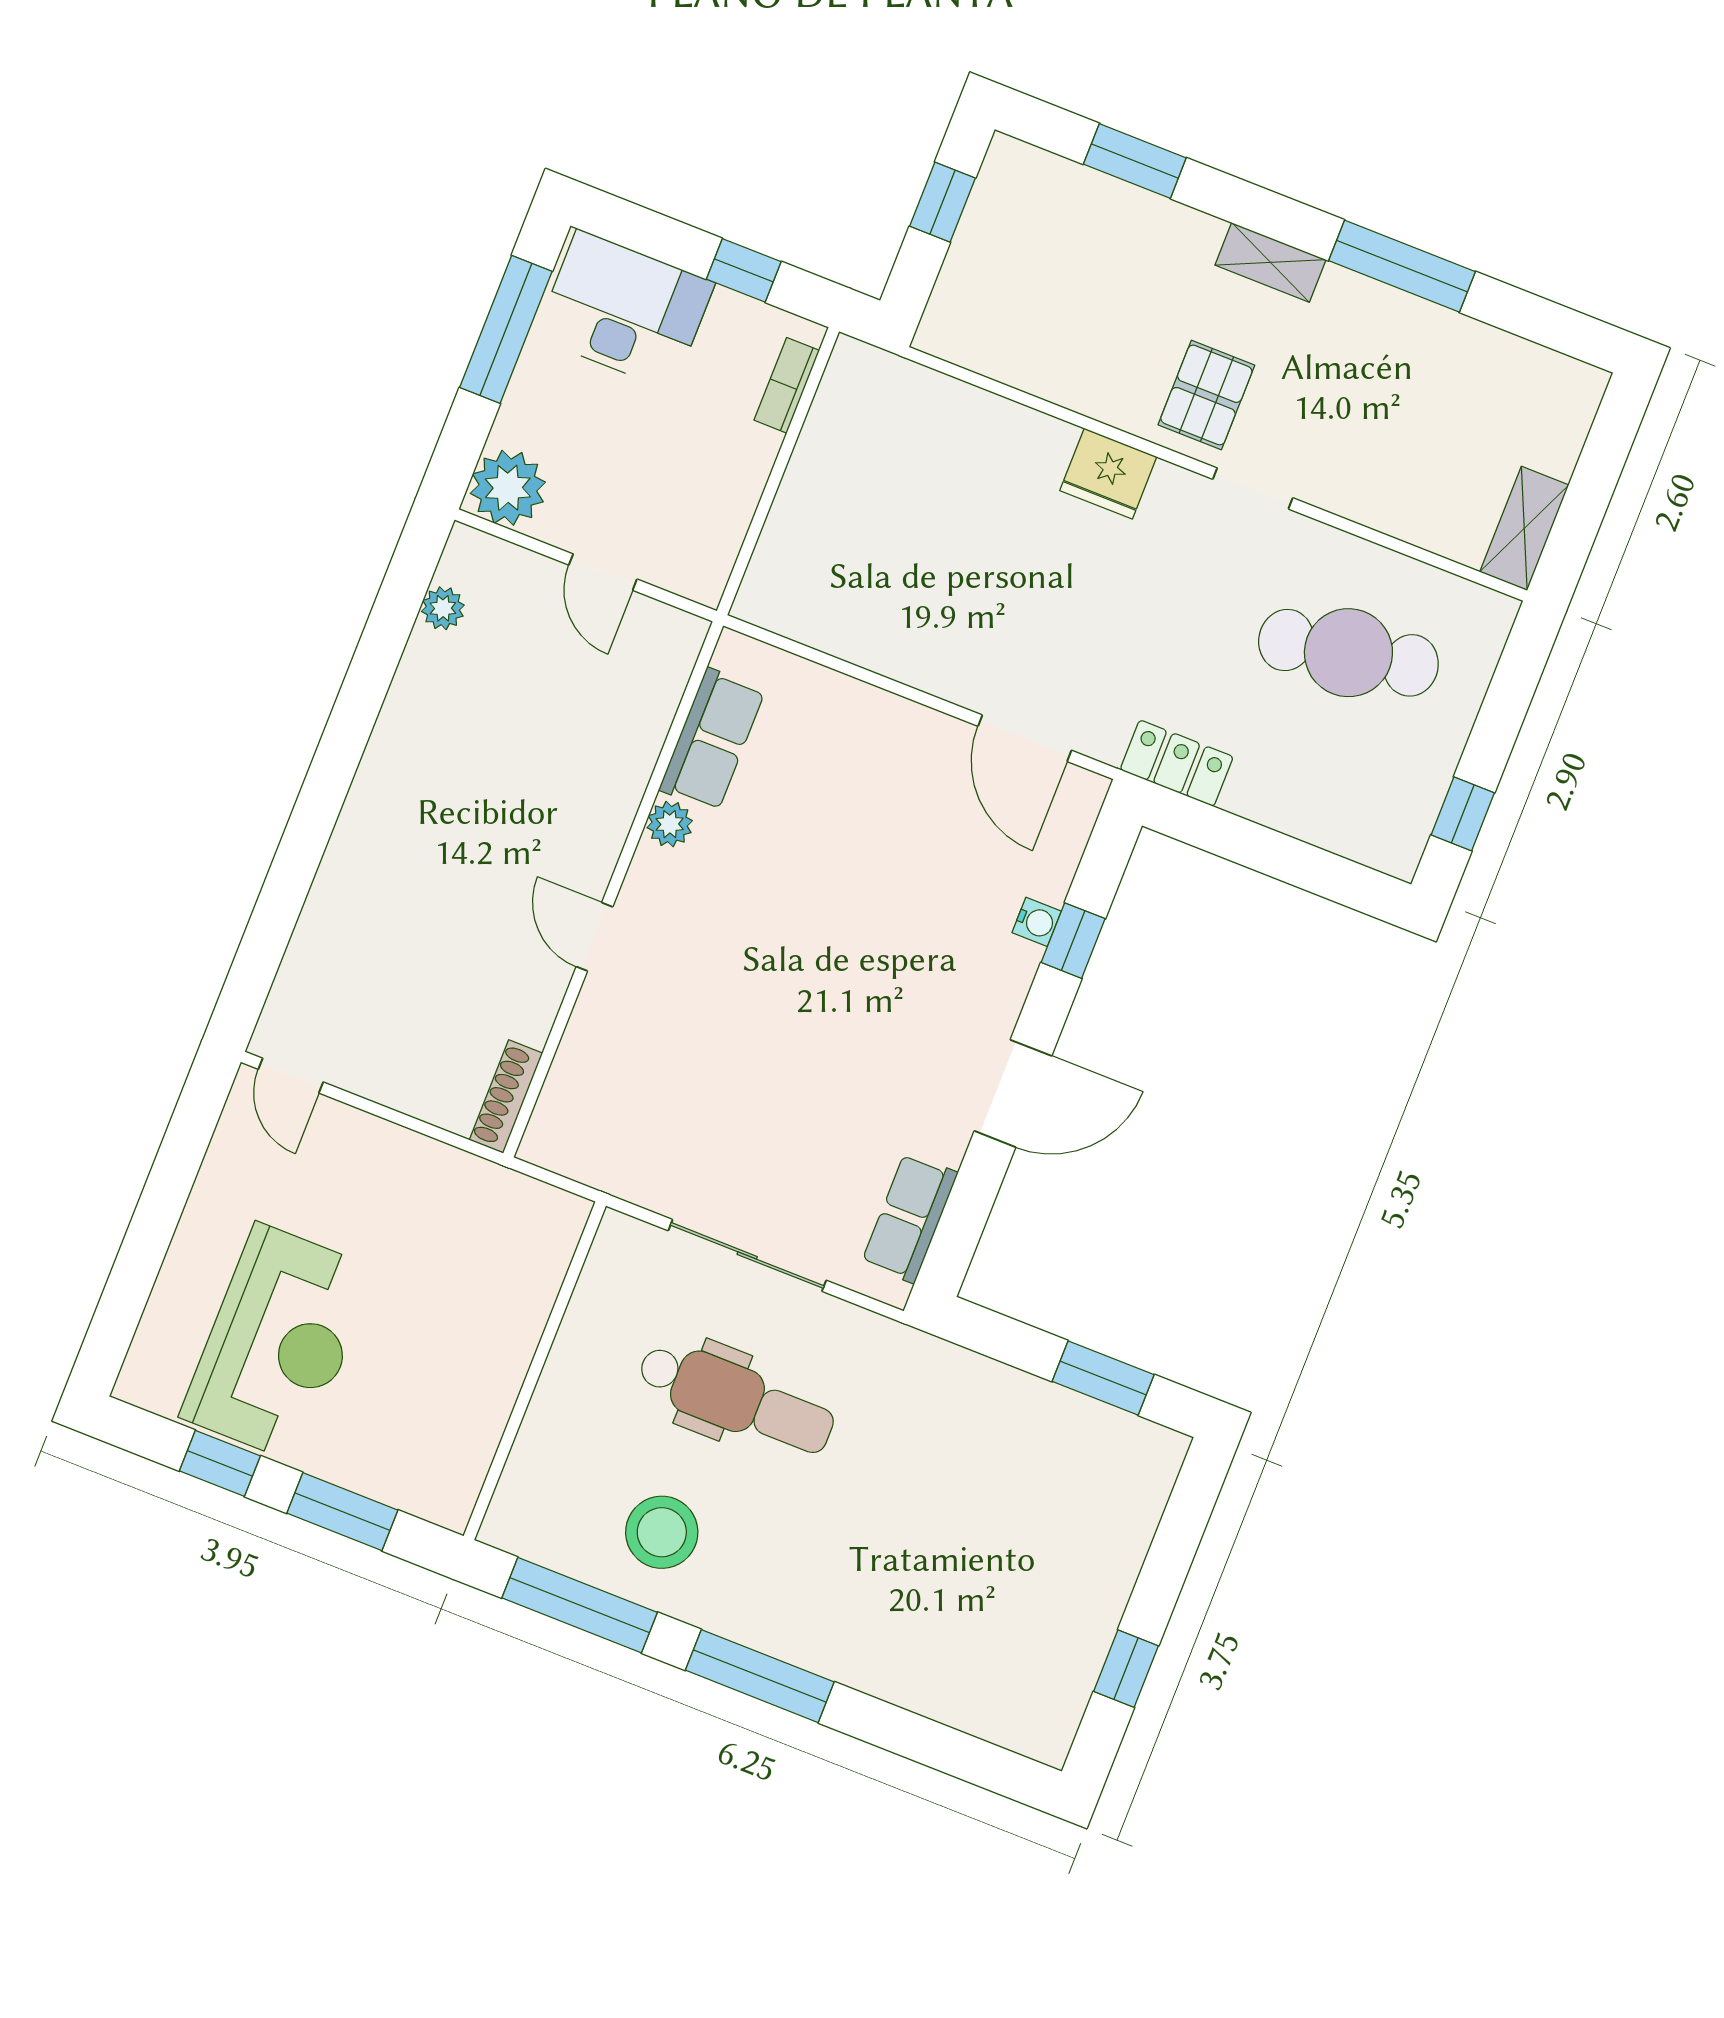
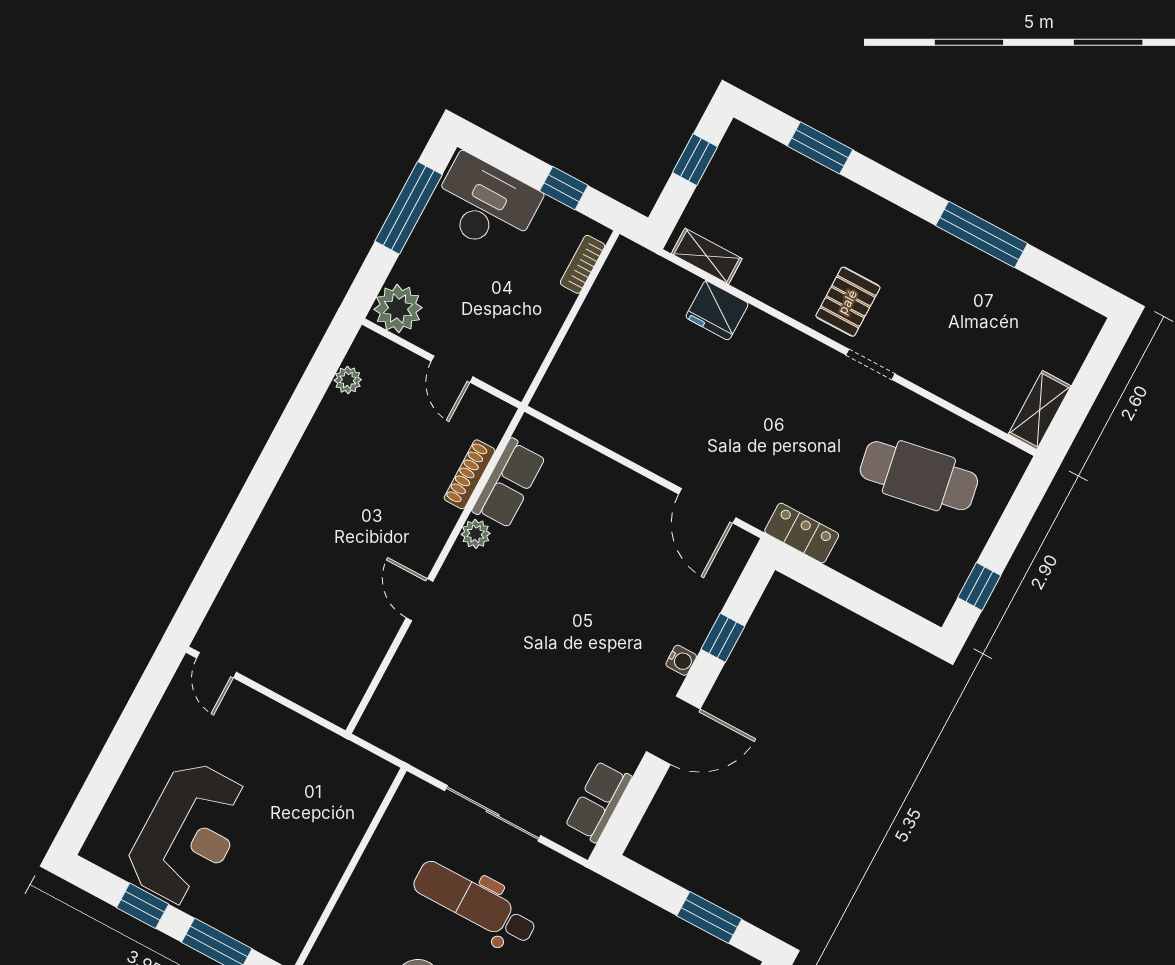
shelving: (1271, 262) -> (707, 256), moved
fridge: (1108, 474) -> (717, 310), moved
water cooler: (1037, 922) -> (681, 660), moved
shoe rack: (506, 1097) -> (470, 474), moved
dental chair: (736, 1399) -> (475, 903), turned 180

